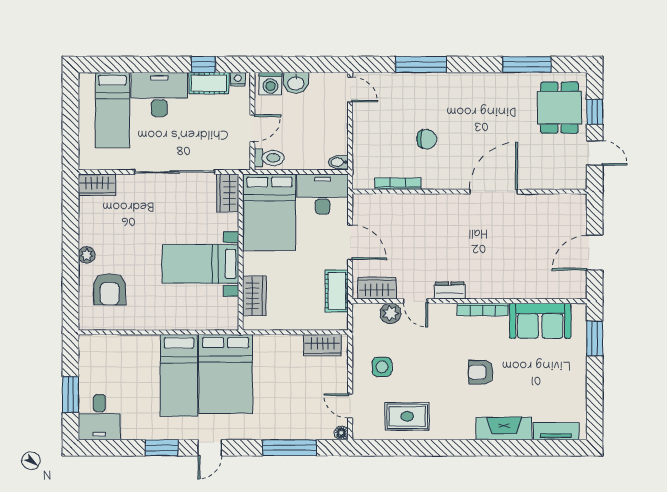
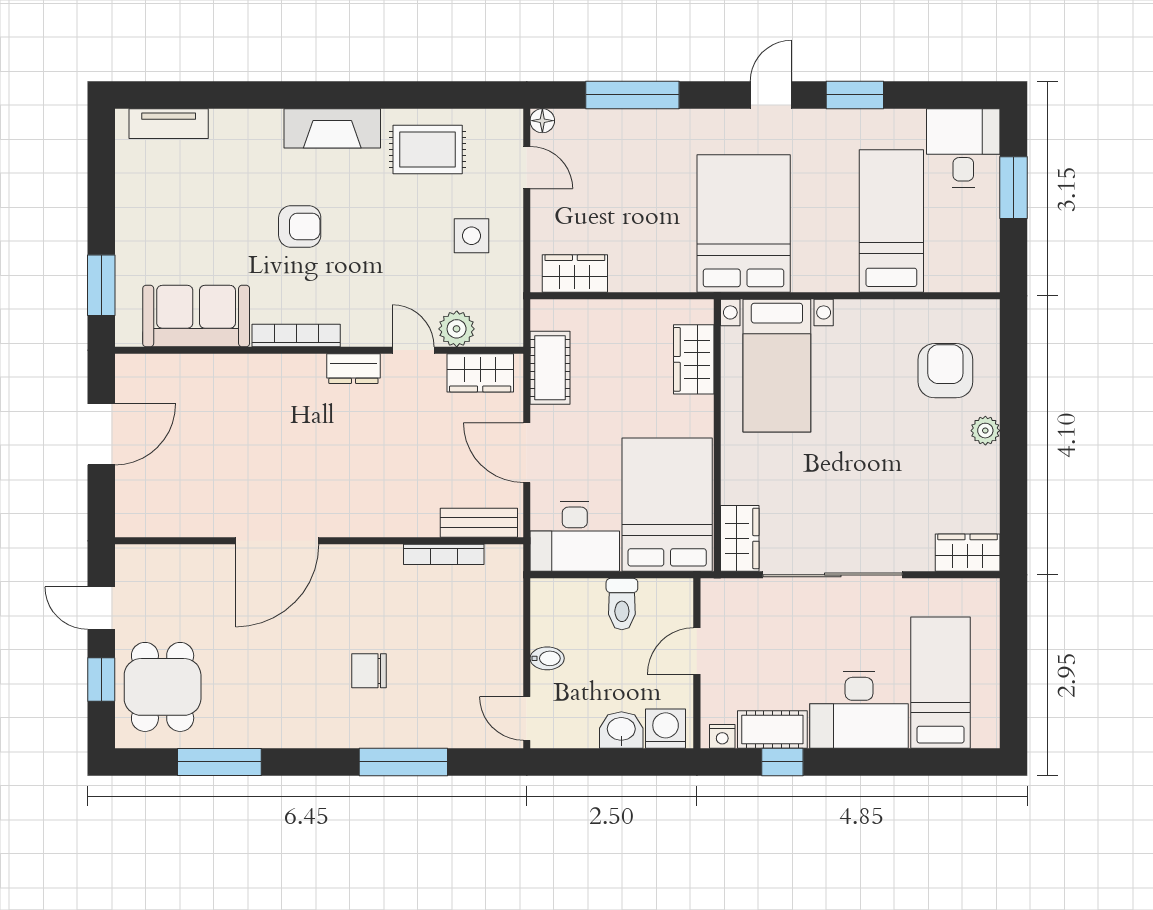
chair: (427, 139) -> (369, 671), moved
toilet: (269, 158) -> (622, 604), moved, turned -90
bidet: (338, 162) -> (547, 658), moved
bench: (378, 202) -> (479, 523), added
bed with nightstands: (200, 264) -> (777, 366), moved, turned 90
bed: (179, 375) -> (891, 221), moved
fireplace: (504, 429) -> (332, 128), moved

